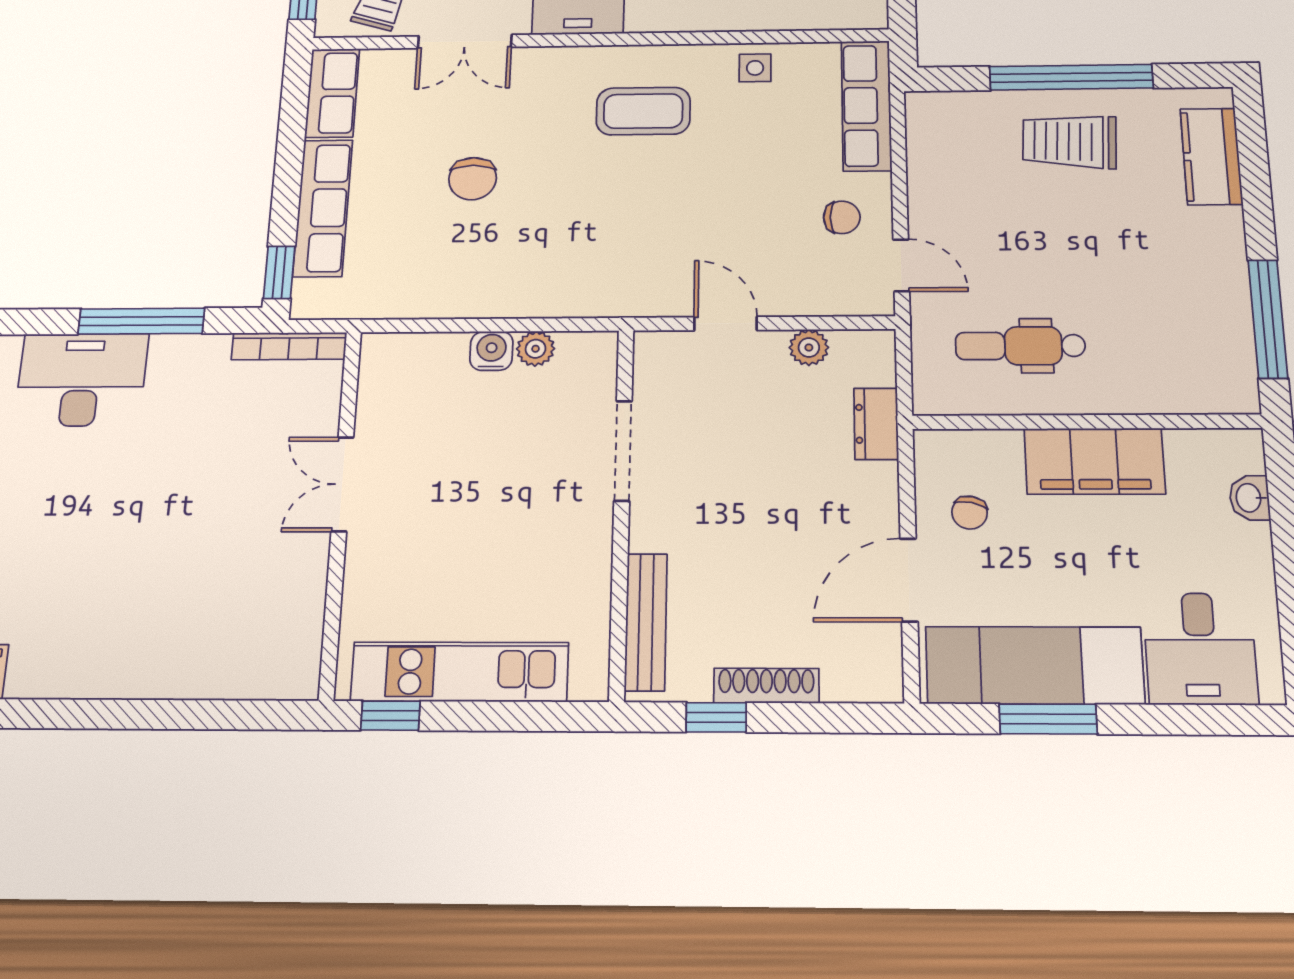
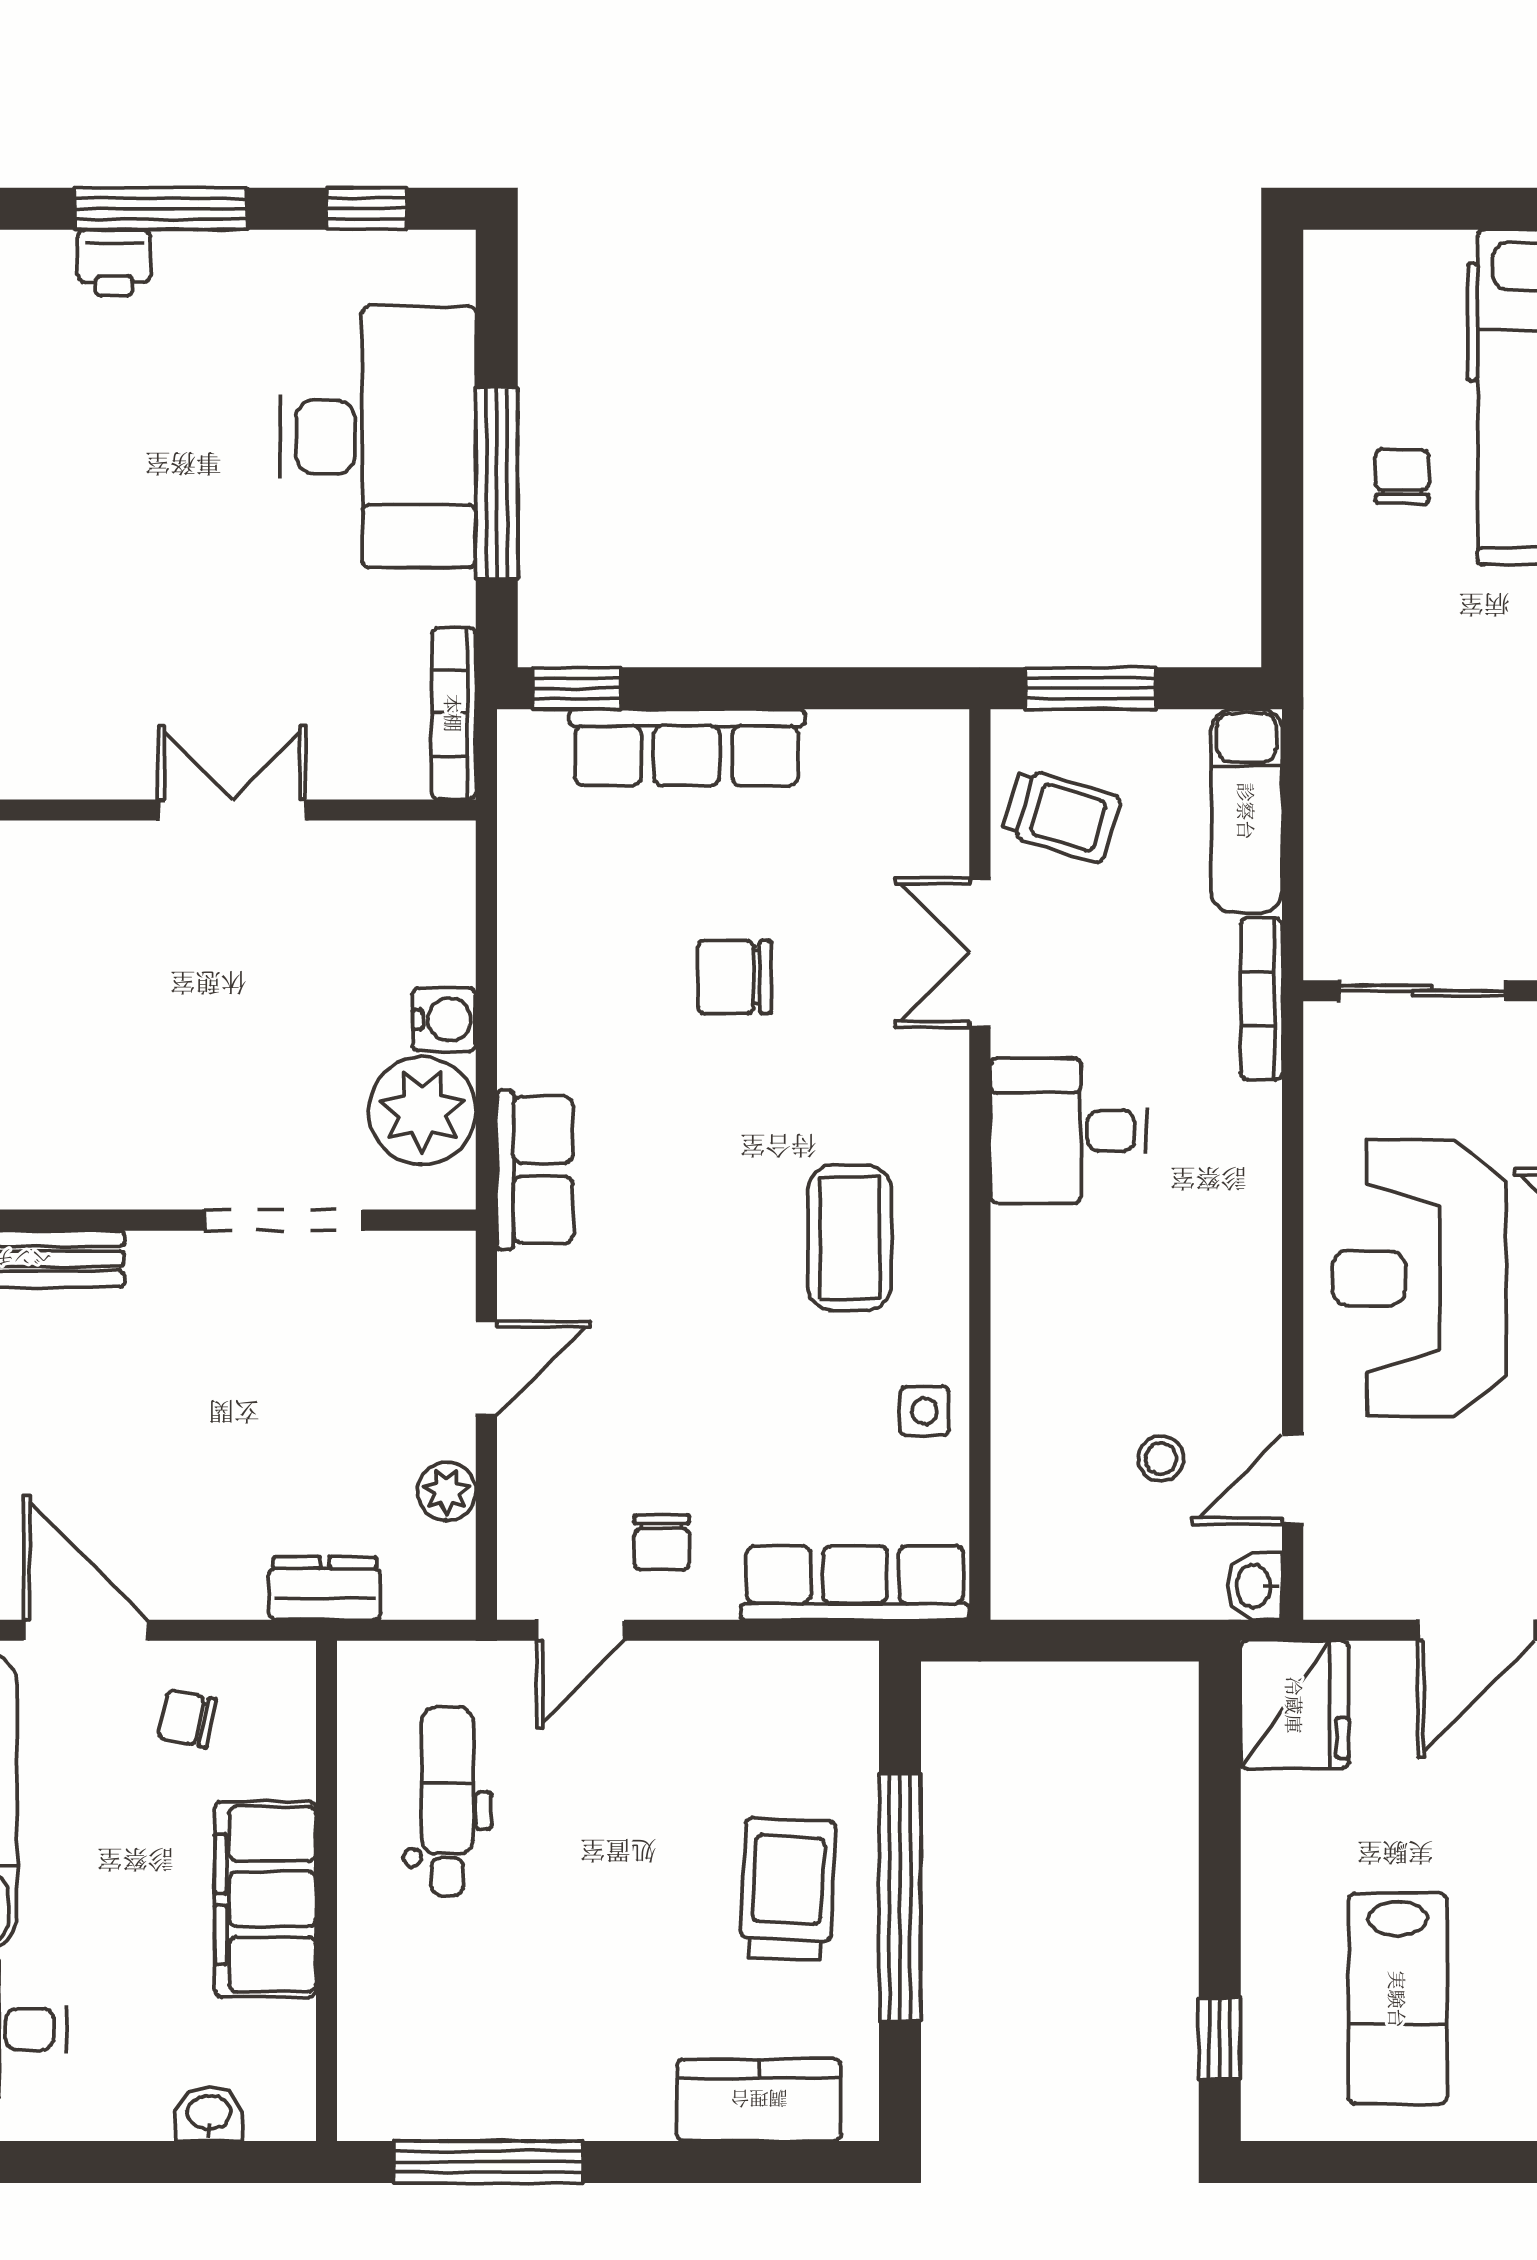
row of seats: (332, 93) -> (535, 1170), moved, turned -90
plant: (536, 349) -> (422, 1111), width x1.87, depth x1.87
desk: (81, 380) -> (378, 437), width x1.36, depth x1.30

